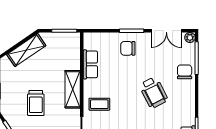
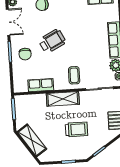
wheelchair: (154, 92) -> (52, 41), moved

